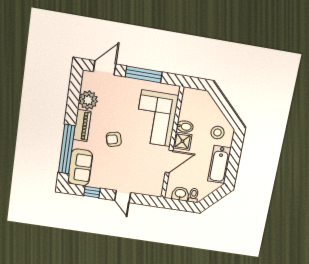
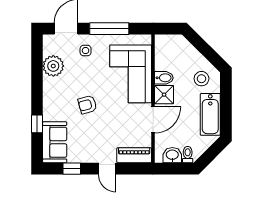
side table: (119, 91) -> (86, 51), added
piano: (82, 125) -> (134, 155), moved, turned -90
window: (67, 149) -> (37, 124), width x0.32

